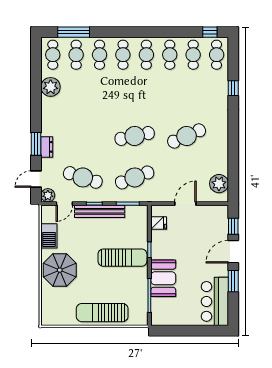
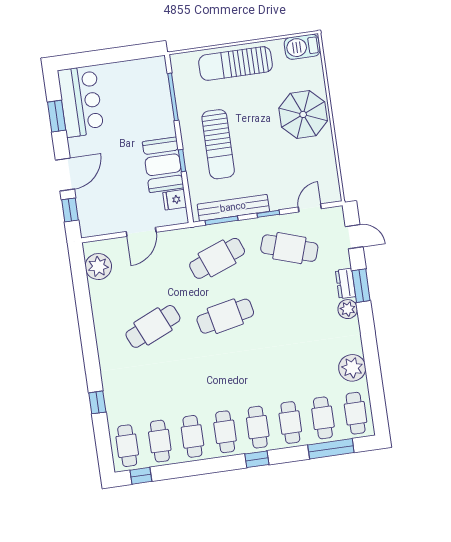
window: (127, 32) -> (257, 459), added
door: (36, 179) -> (354, 237), hinge flipped
plant: (48, 195) -> (348, 309), moved
bench: (100, 211) -> (233, 208), moved
barbecue: (49, 236) -> (302, 47), moved, turned -90
sun lounger: (122, 258) -> (218, 144), turned -90
booth: (163, 278) -> (163, 165), moved
window: (233, 281) -> (57, 116), moved
sun lounger: (102, 313) -> (236, 64), turned 180

